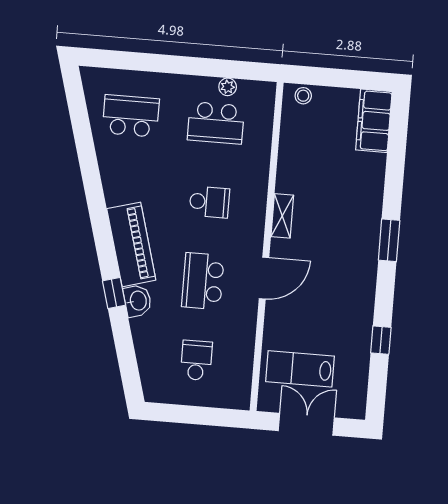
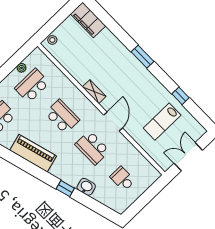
school desk: (216, 123) -> (32, 86), turned 180
school desk: (209, 202) -> (62, 117), width x1.85
piano: (131, 244) -> (33, 153), moved
washbasin: (138, 301) -> (86, 187), moved
lab bench: (300, 369) -> (162, 122), moved

